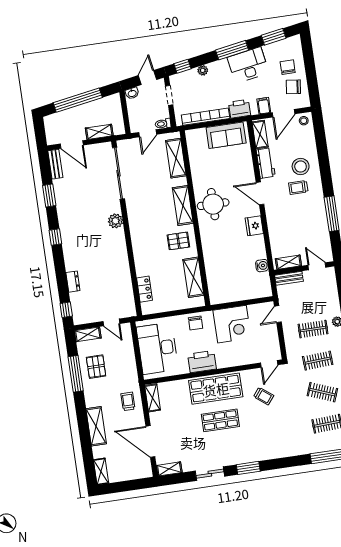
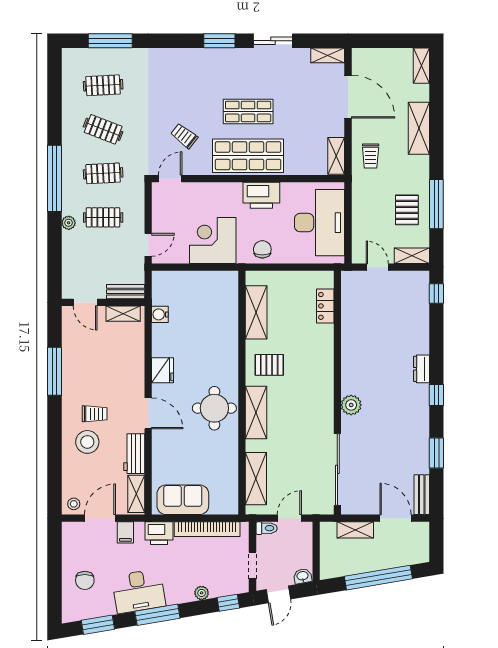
chair: (293, 87) -> (81, 552), removed
dresser: (73, 282) -> (422, 369), moved

